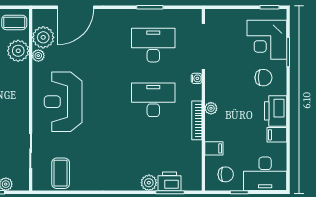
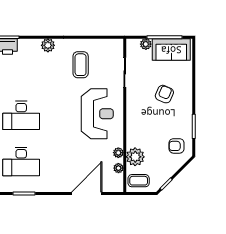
plant: (43, 37) -> (118, 168), width x0.53, depth x0.53
coffee table: (61, 173) -> (81, 65), moved
plant: (149, 183) -> (48, 45), moved

